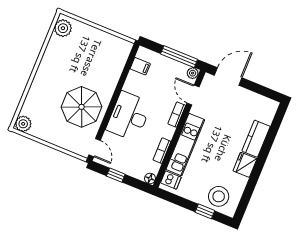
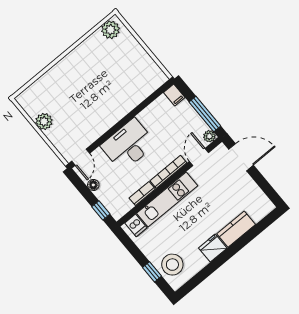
filing cabinet: (140, 66) -> (174, 95), moved
parasol: (82, 107) -> (89, 113), removed
bookcase: (177, 115) -> (168, 172), width x1.56
plant: (23, 124) -> (44, 121), moved
window: (116, 175) -> (101, 210), moved
floor lamp: (150, 178) -> (93, 185), moved

